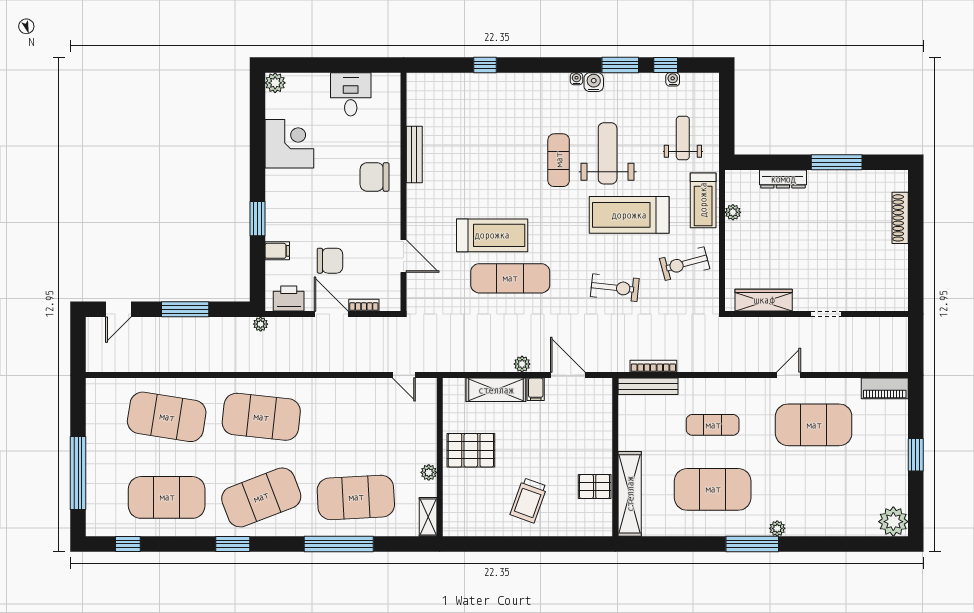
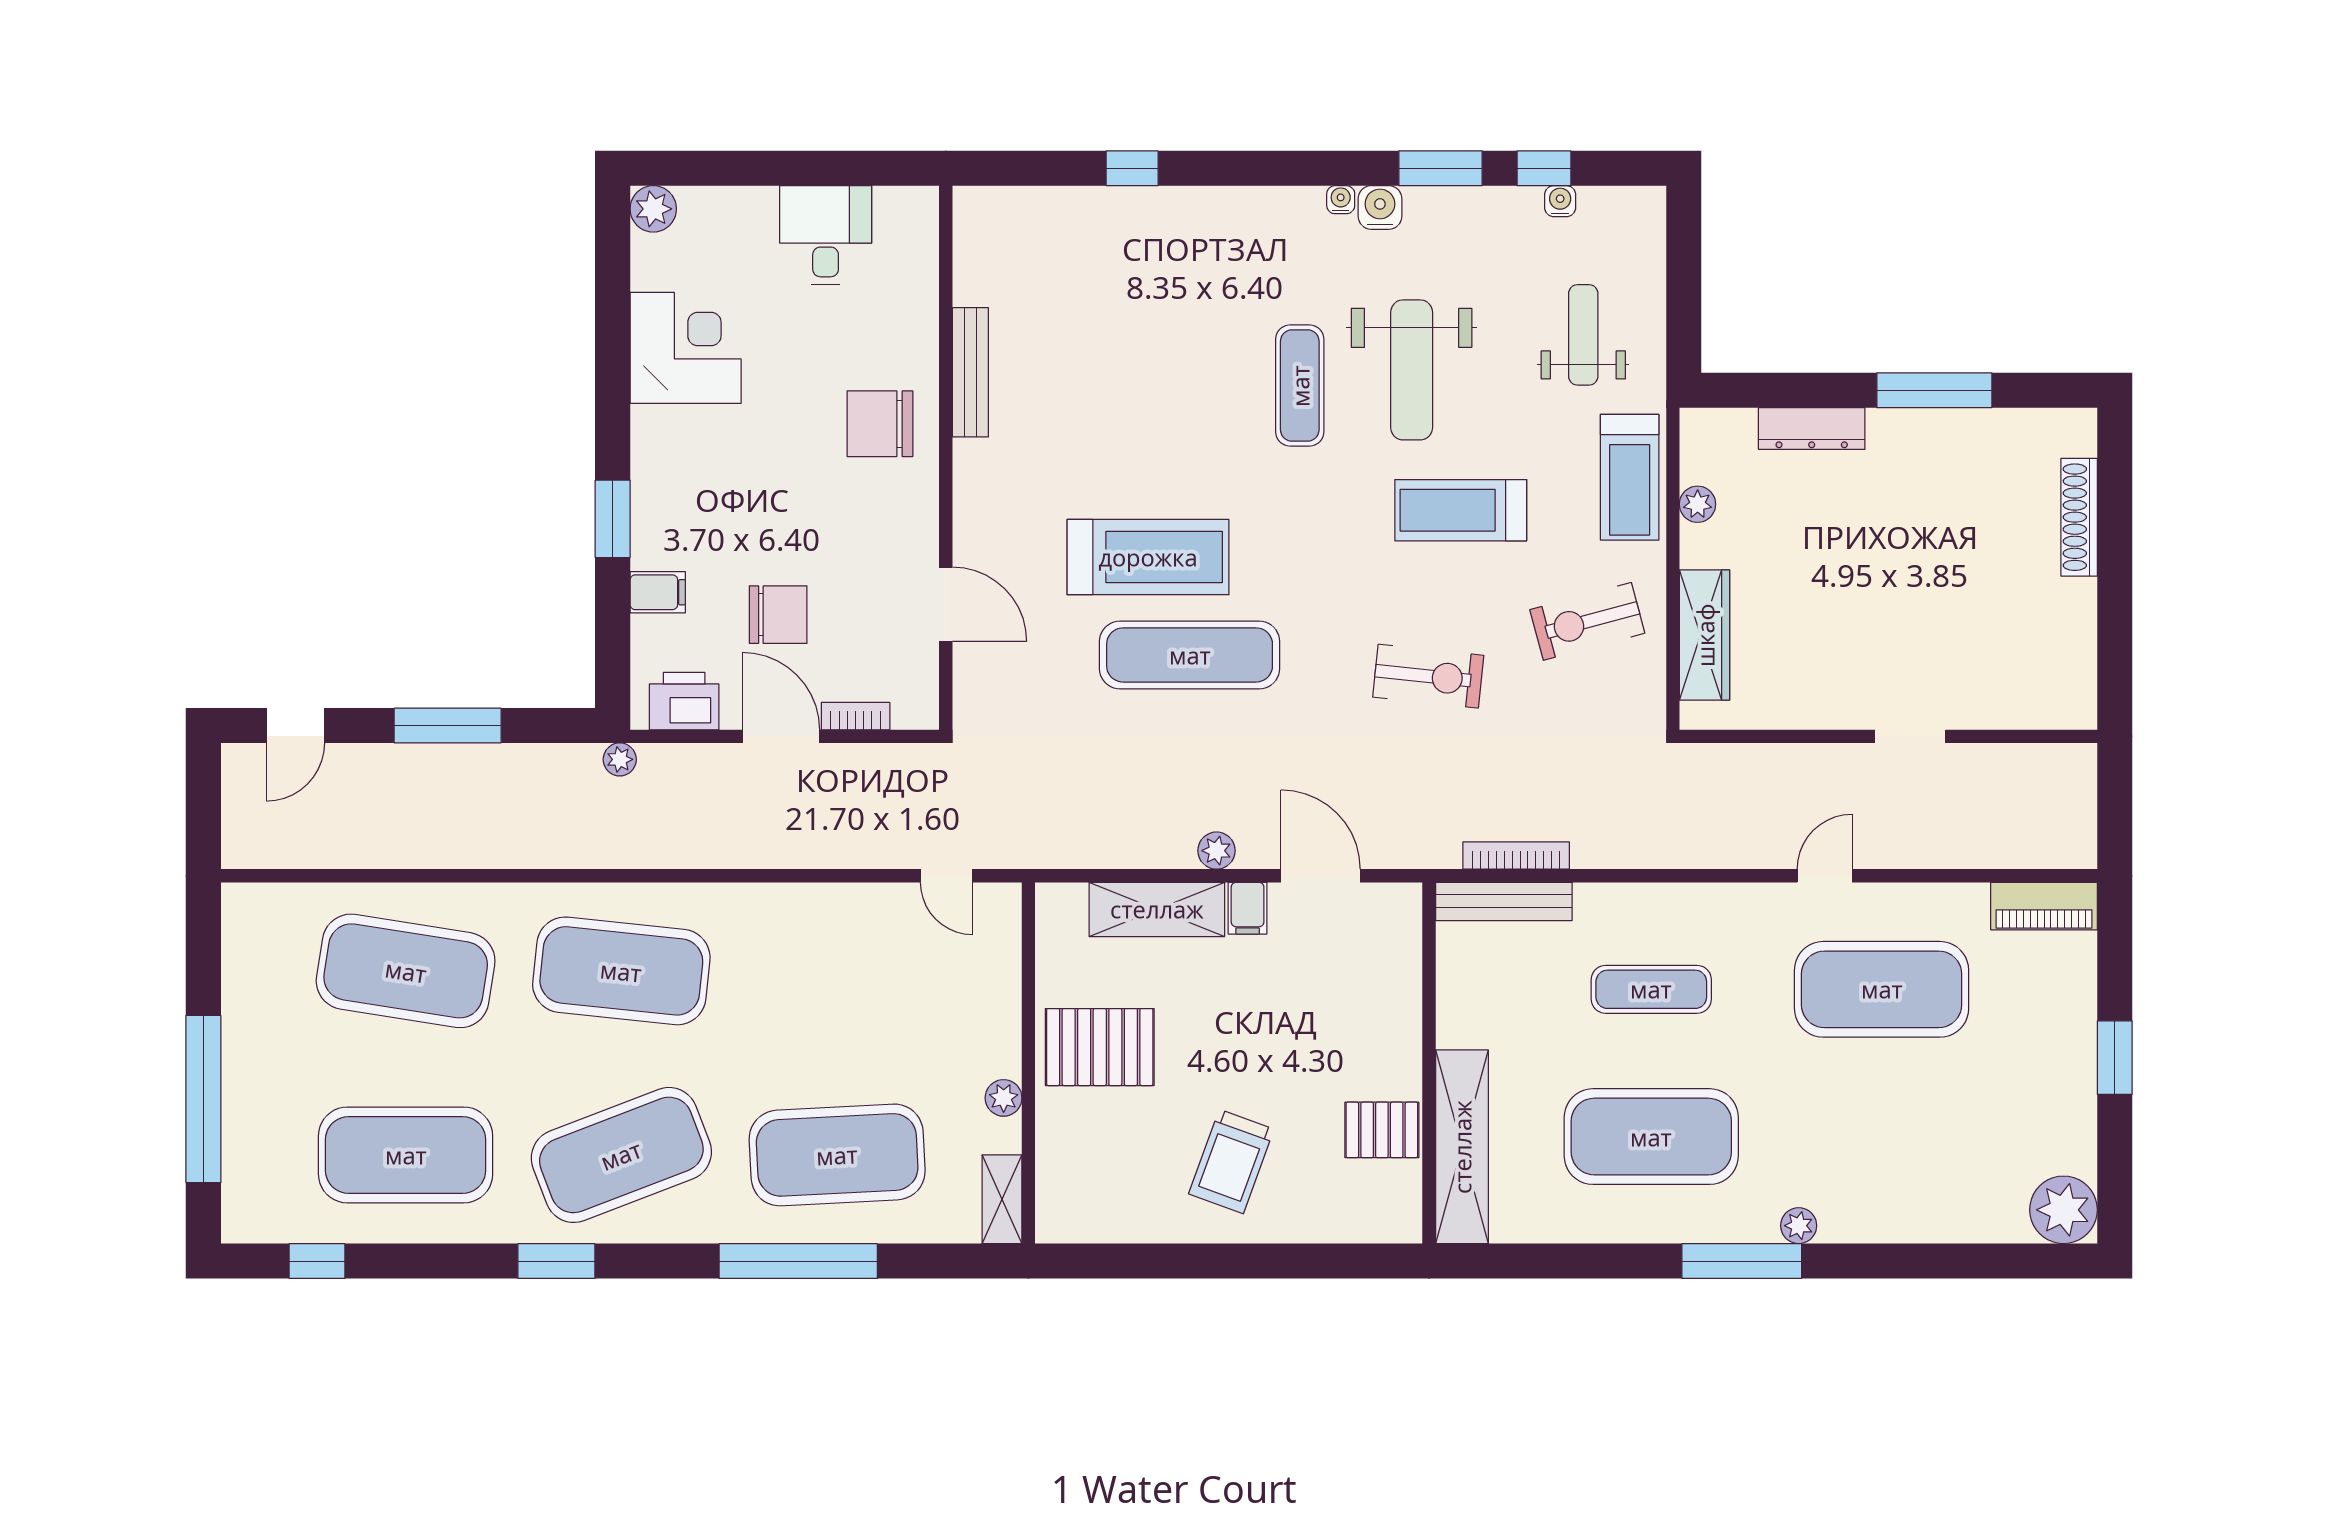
weight bench: (608, 153) -> (1412, 370), turned 180
treadmill: (629, 215) -> (1461, 510), width x0.73, depth x0.73
wardrobe: (764, 300) -> (1705, 635), moved, turned 90

